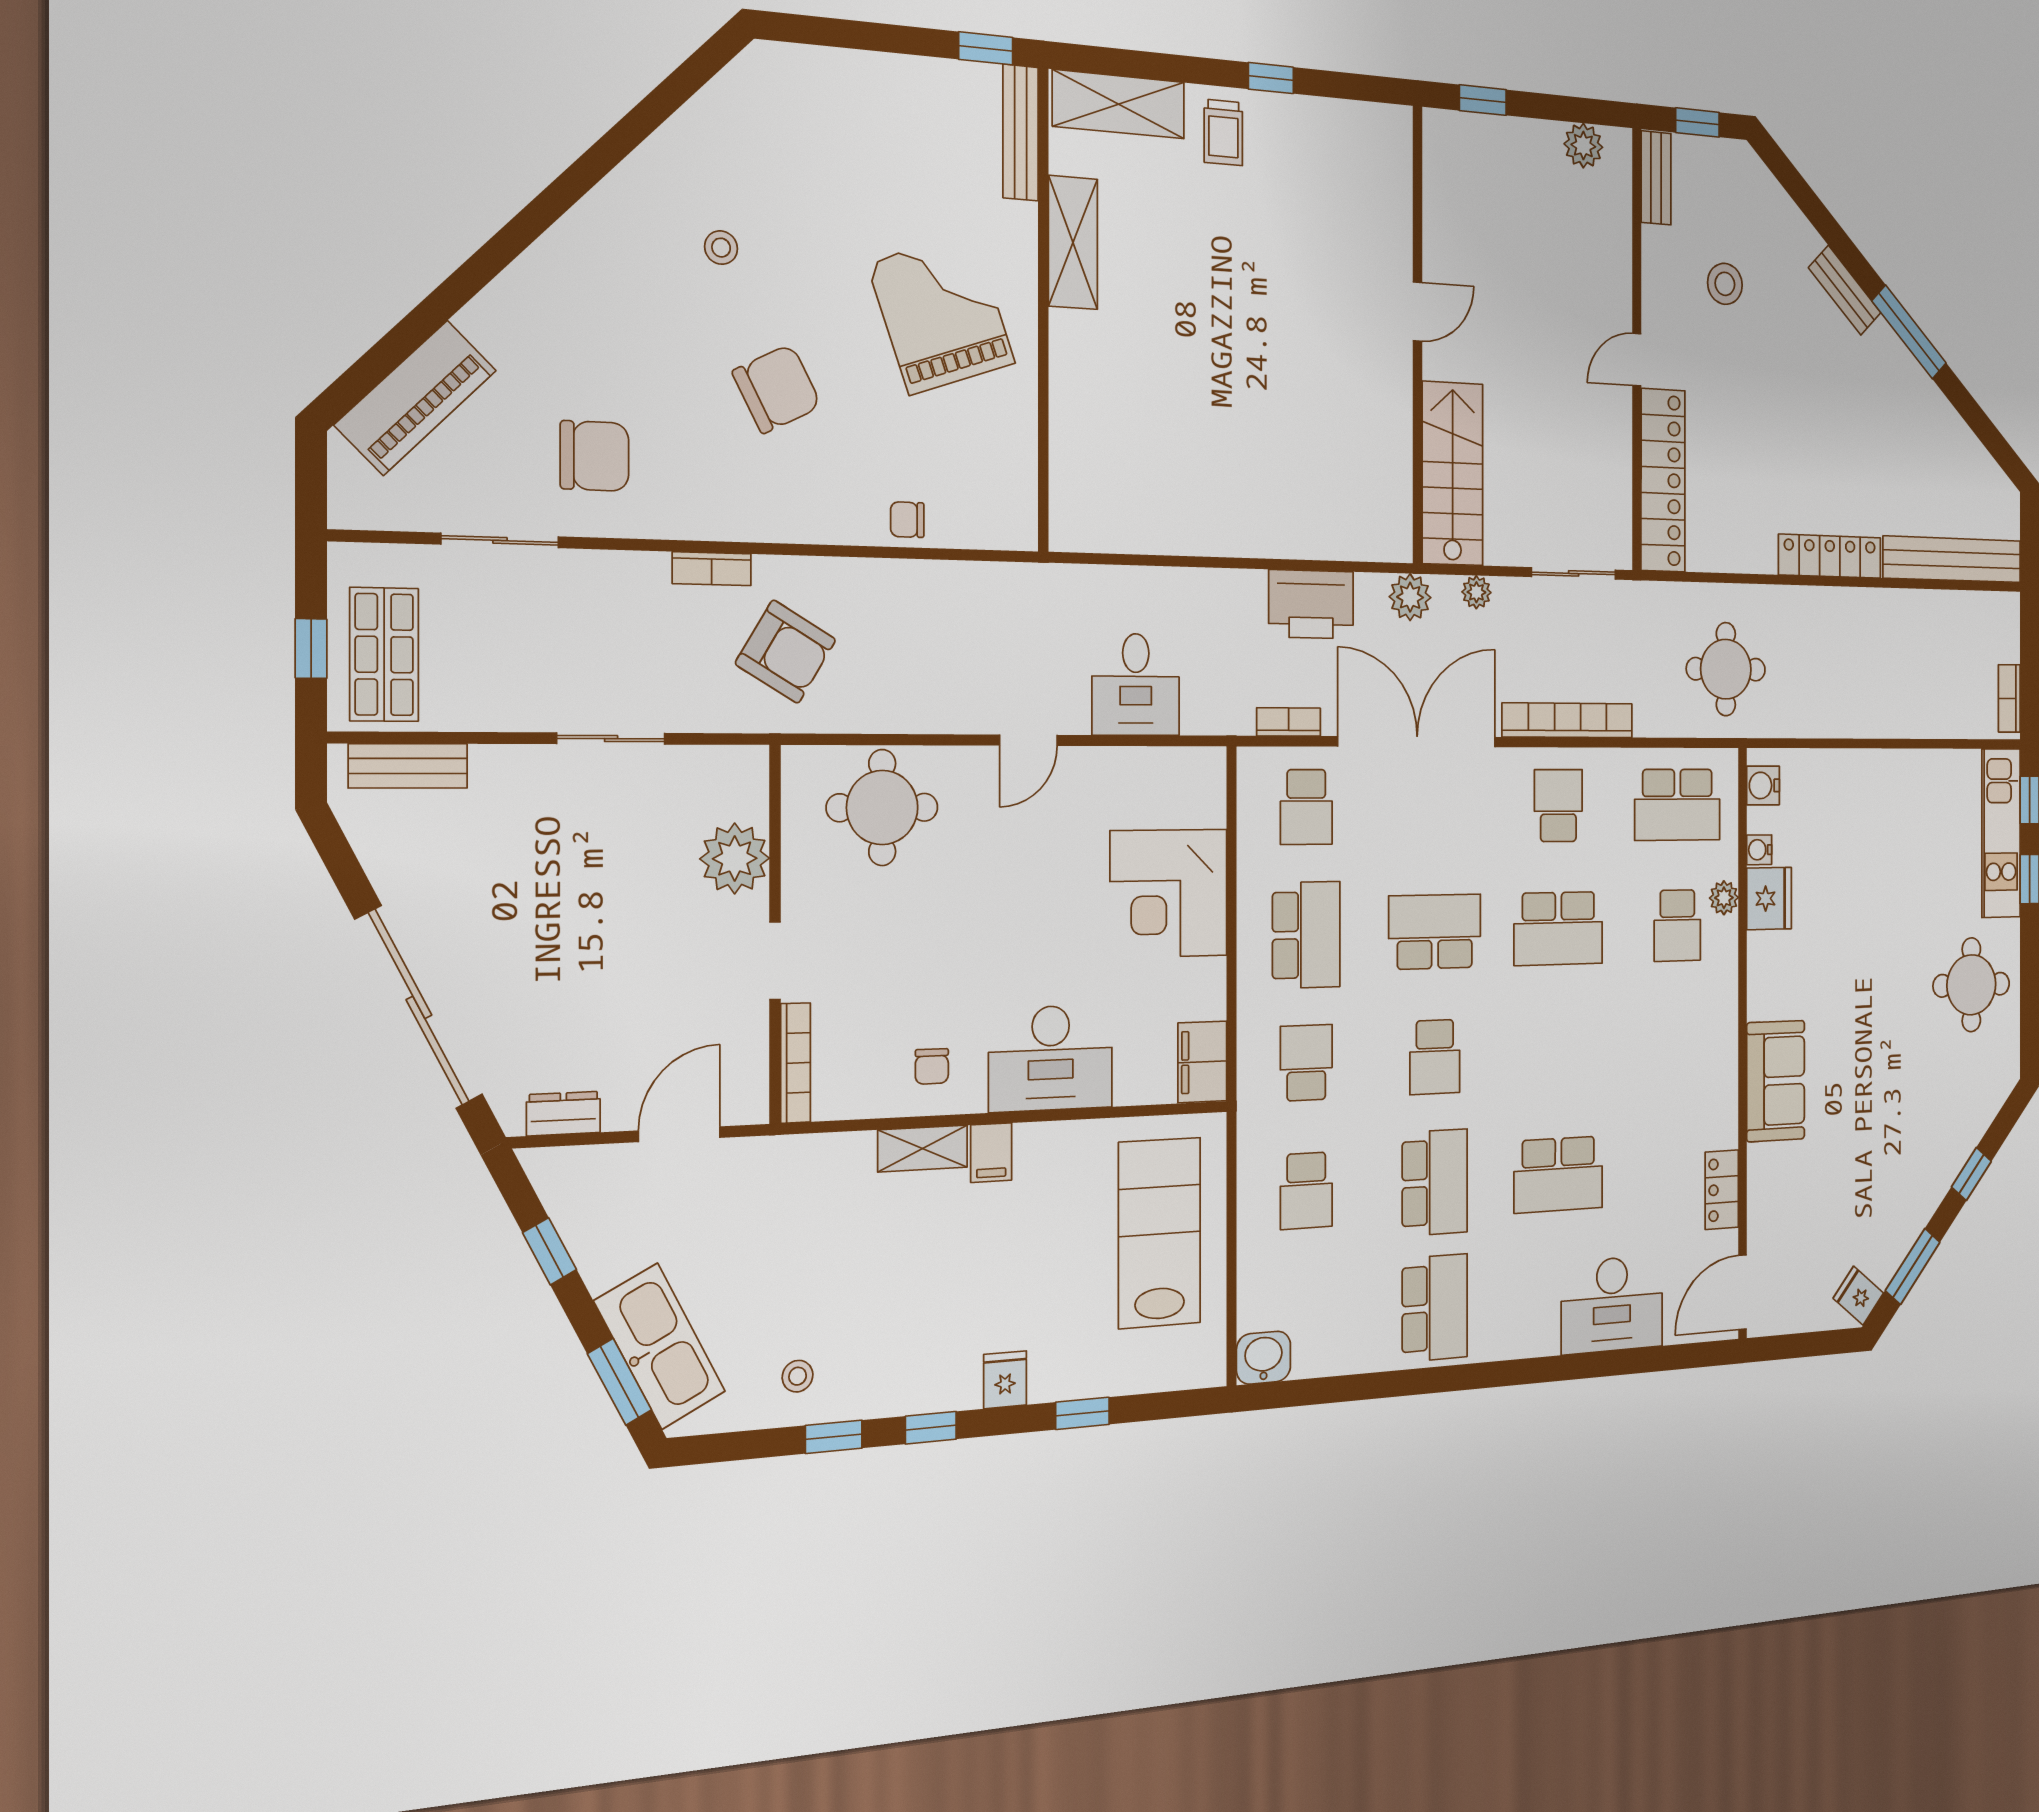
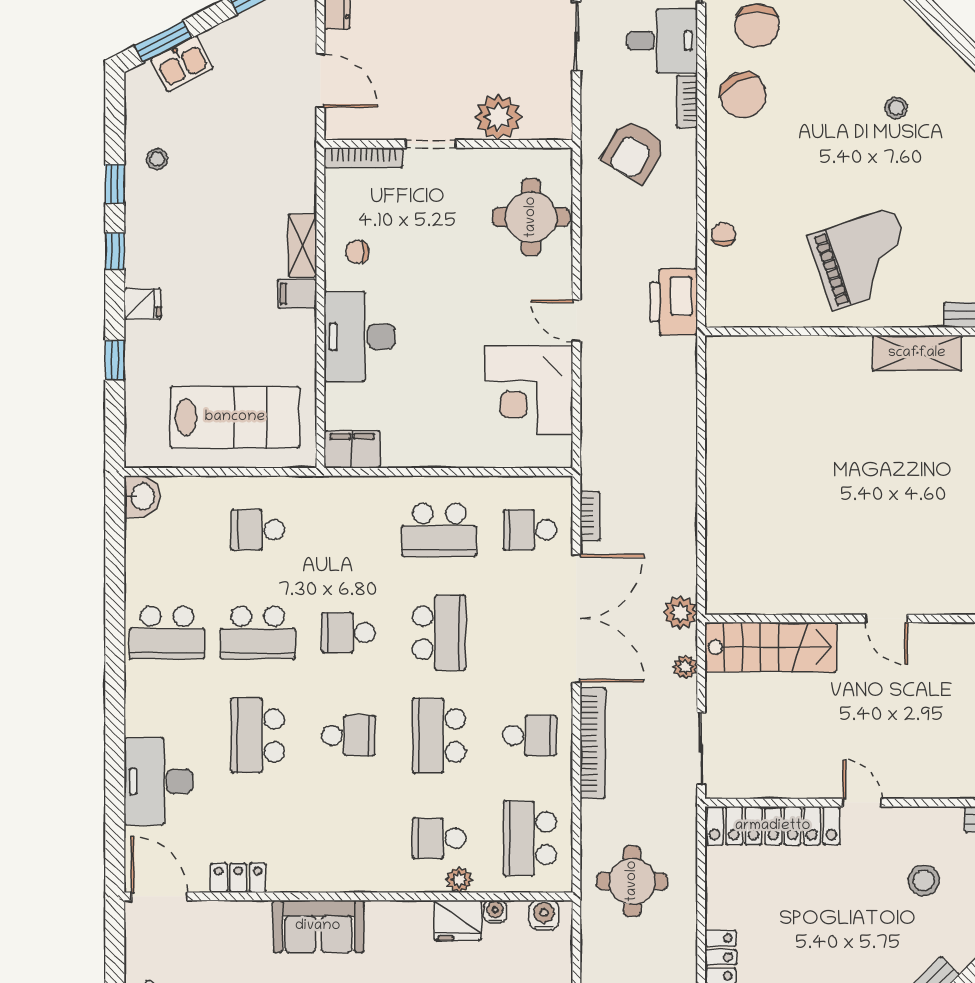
chair: (777, 389) -> (743, 95), moved
printer: (1311, 604) -> (674, 302), moved
desk: (1136, 685) -> (662, 41), moved, turned 180
corner desk: (1169, 893) -> (529, 390), moved, turned -90
school desk: (1306, 1063) -> (348, 735), moved
kitchen sink: (660, 1346) -> (182, 64), width x0.53, depth x0.81

